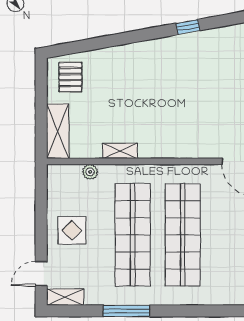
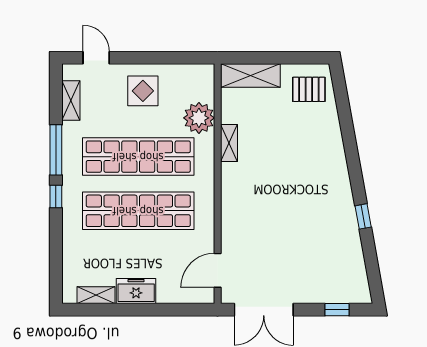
plant: (90, 172) -> (199, 118), width x1.87, depth x1.87
shelving: (65, 297) -> (71, 101), moved
window: (170, 311) -> (56, 197), added

